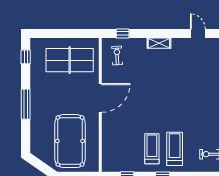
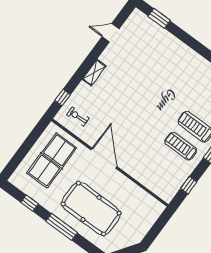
window: (26, 57) -> (30, 203), moved
pool table: (70, 141) -> (91, 209), moved

